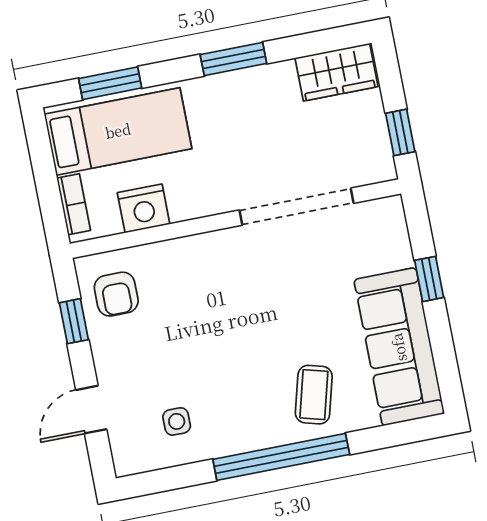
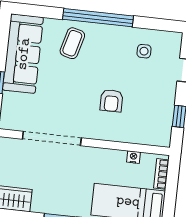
nightstand: (144, 208) -> (133, 157), width x0.53, depth x0.56
armchair: (116, 294) -> (112, 101), moved, turned 180

